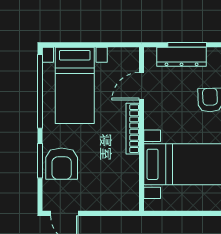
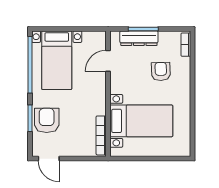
bookcase: (133, 129) -> (101, 135), moved
armchair: (62, 164) -> (47, 120), turned 180

